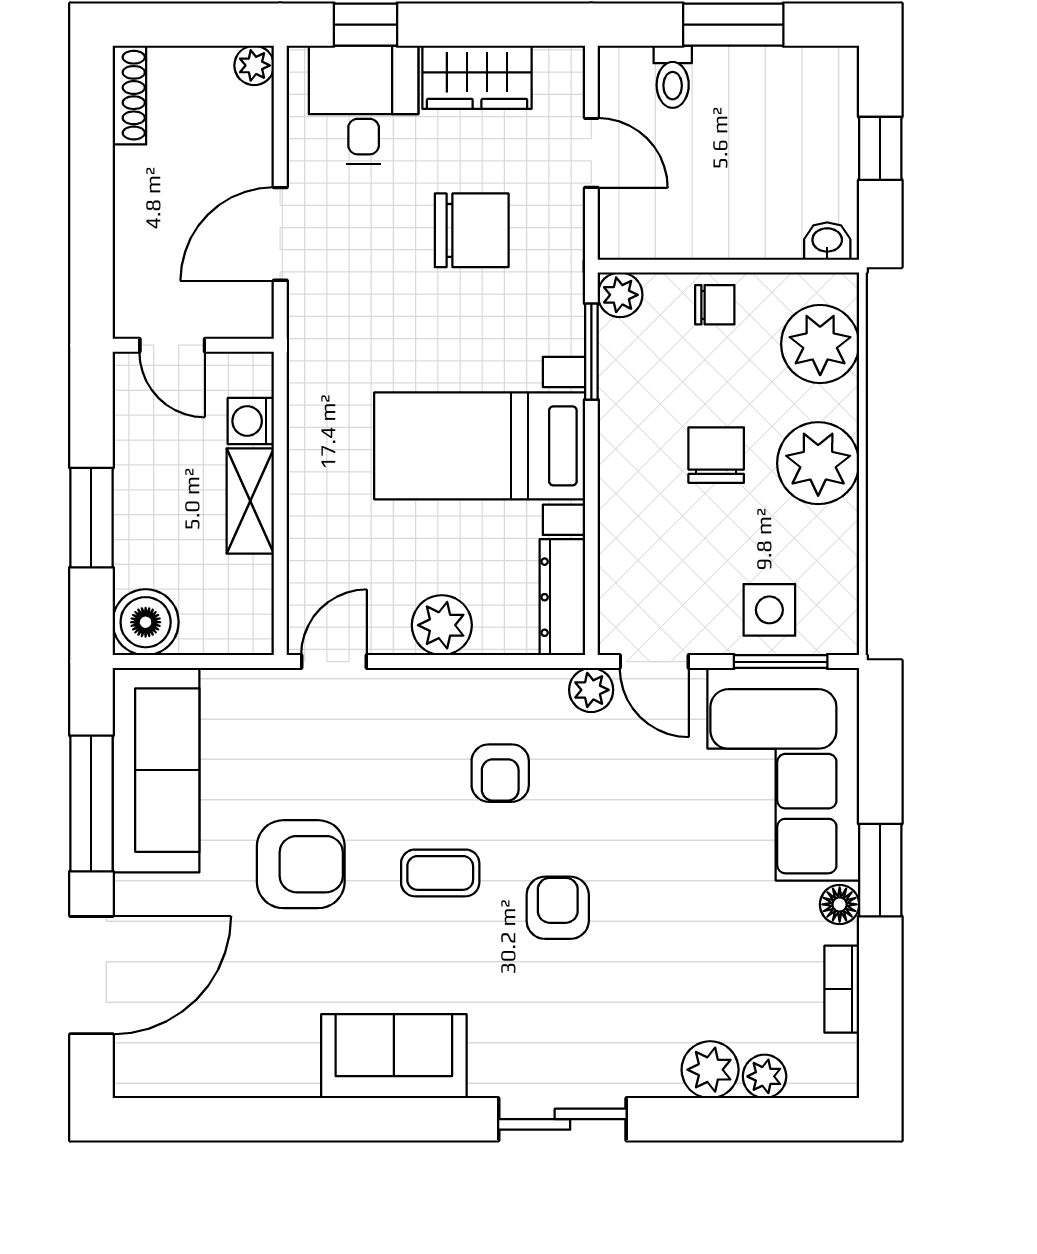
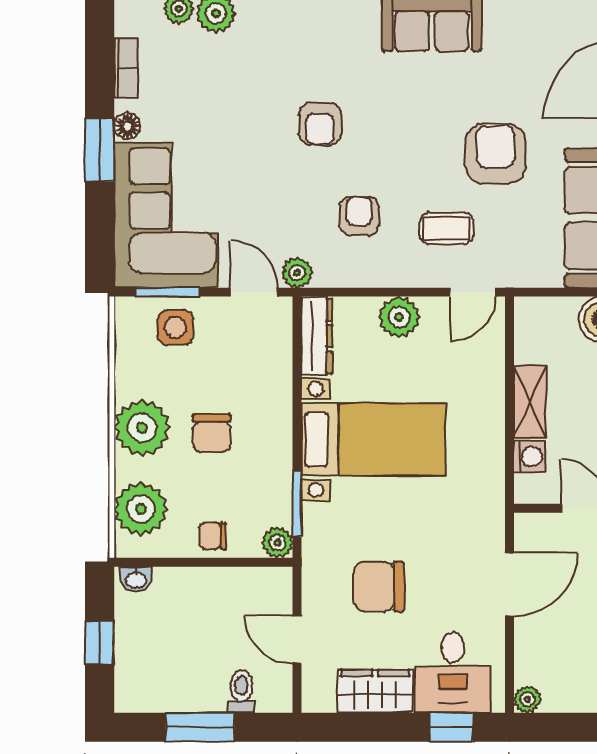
armchair: (301, 864) -> (495, 154), turned 90
coffee table: (440, 873) -> (447, 228), moved

